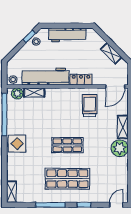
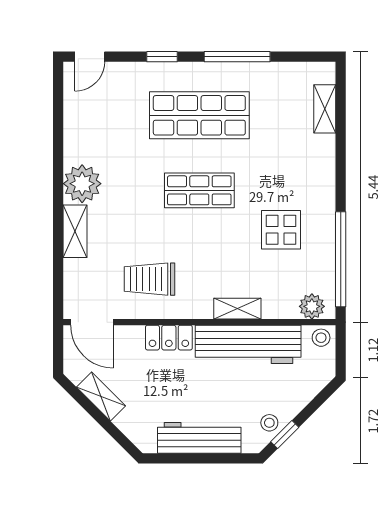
door: (115, 86) -> (92, 322), swing flipped
shelving: (34, 92) -> (237, 309), moved
trolley: (90, 106) -> (149, 279), turned 90
display table: (17, 144) -> (281, 230), moved
shelving: (11, 192) -> (325, 109), moved

